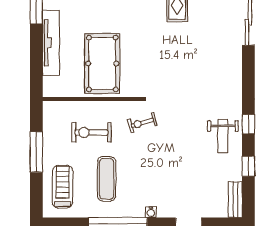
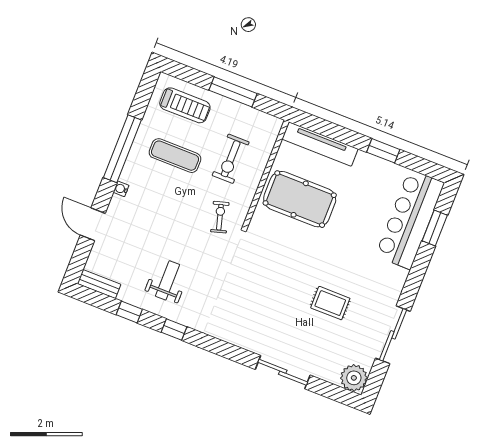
tv unit: (51, 43) -> (320, 144), moved
exercise bike: (91, 132) -> (231, 159), turned 180
weight bench: (223, 136) -> (168, 280), moved, turned 90

